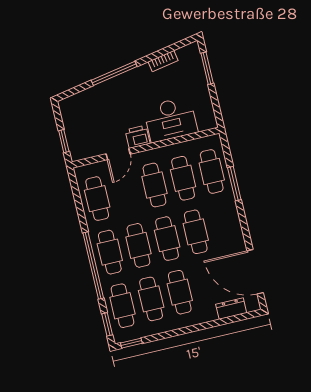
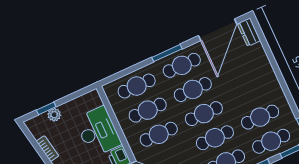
window: (207, 68) -> (46, 108), width x0.67
plant: (198, 76) -> (54, 115), added
window: (234, 184) -> (167, 53), moved
cafe table: (180, 292) -> (182, 65), moved
dresser: (231, 309) -> (249, 32), moved

